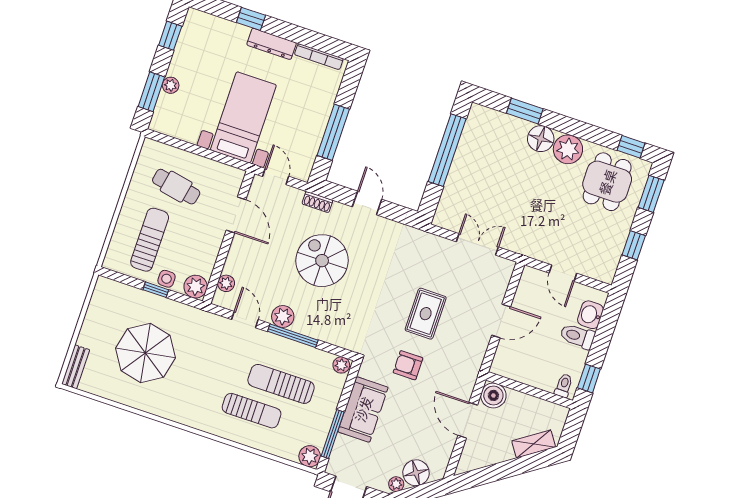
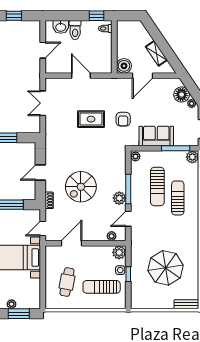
shelving: (534, 444) -> (156, 53), moved

